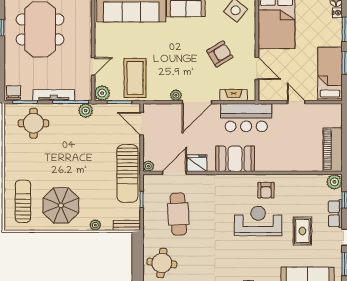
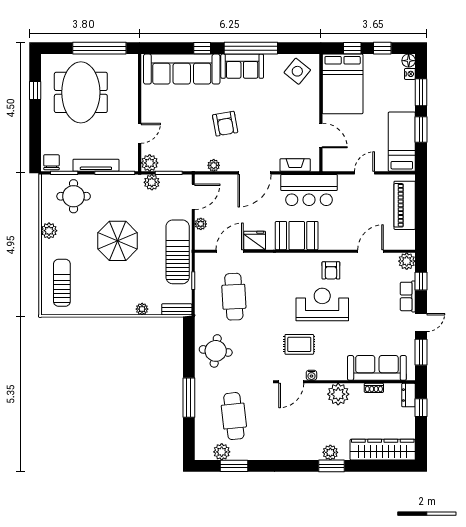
armchair: (220, 54) -> (225, 124), moved, turned 111
coffee table: (135, 78) -> (186, 146), removed
plant: (176, 95) -> (214, 165), moved
door: (296, 102) -> (364, 173), hinge flipped
plant: (86, 111) -> (152, 182), moved
door: (142, 124) -> (193, 197), swing flipped
piano: (333, 150) -> (405, 205), moved
plant: (11, 154) -> (49, 231), added
plant: (148, 166) -> (201, 224), moved
sun lounger: (127, 173) -> (178, 252), turned 180
door: (302, 173) -> (370, 251), added
parasol: (61, 205) -> (118, 241), moved
rug: (302, 231) -> (299, 344), moved, turned 90

